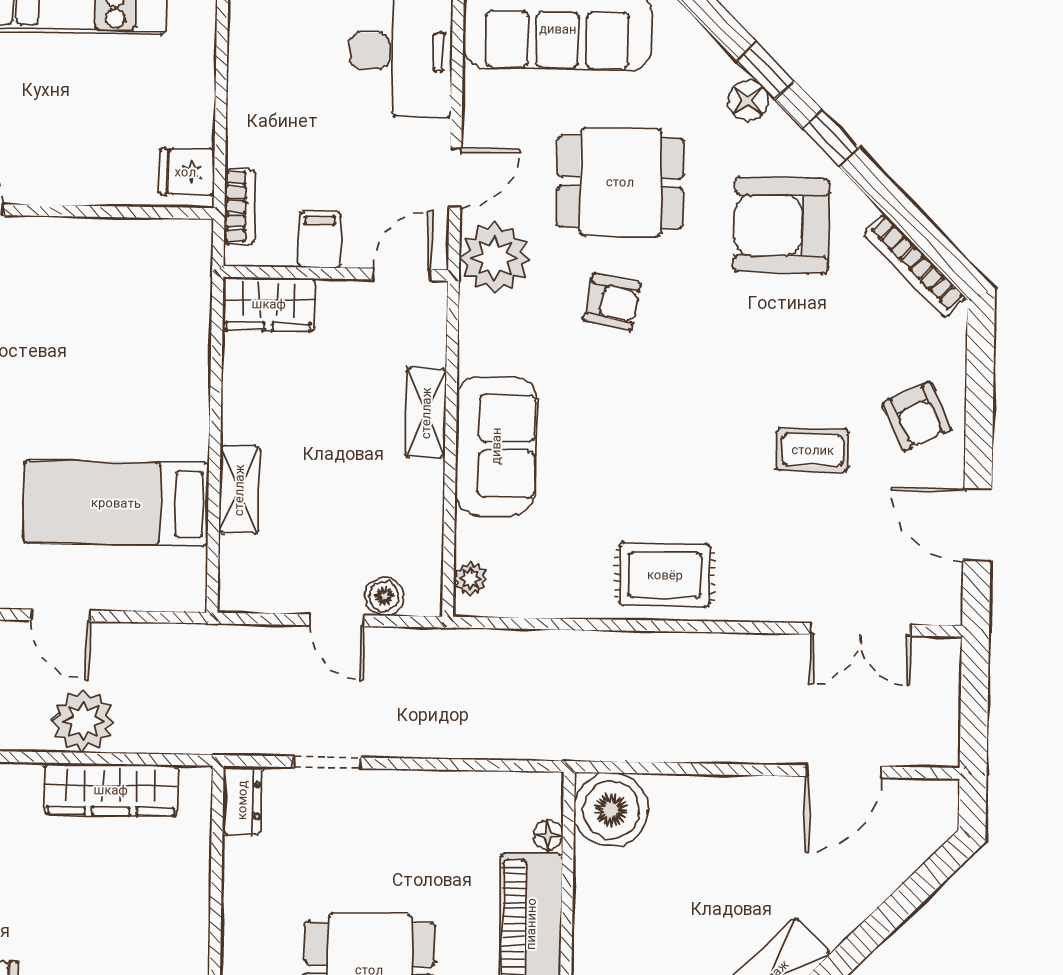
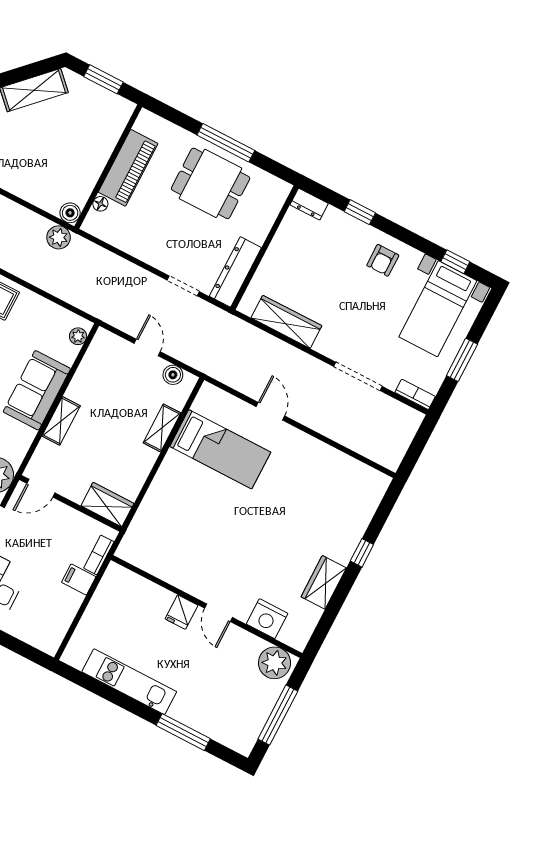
fridge: (187, 172) -> (181, 612), moved, turned 90
filing cabinet: (320, 240) -> (79, 580), moved, turned 90
boiler: (384, 596) -> (173, 375), moved
plant: (83, 721) -> (59, 237), moved, width x0.73, depth x0.73
dresser: (242, 800) -> (235, 272), width x1.96, depth x1.24
boiler: (611, 810) -> (70, 213), width x0.54, depth x0.54

